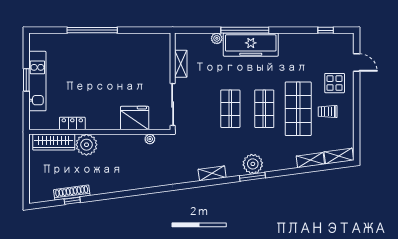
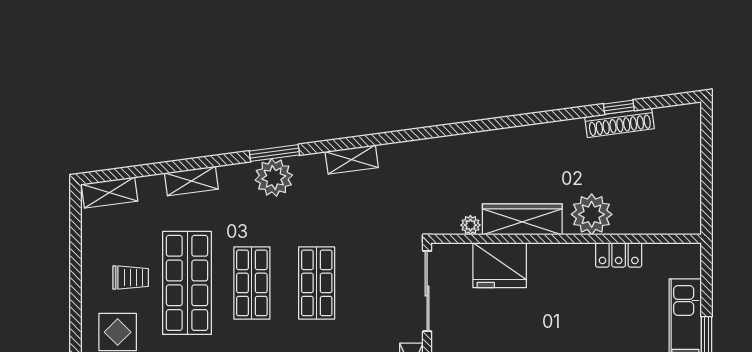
wardrobe: (54, 142) -> (522, 219), moved
shelving: (310, 160) -> (191, 181), moved

